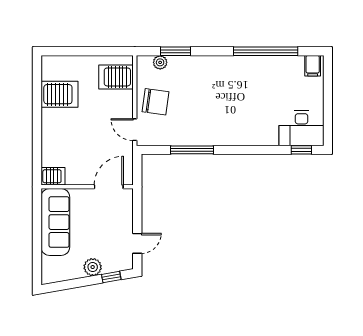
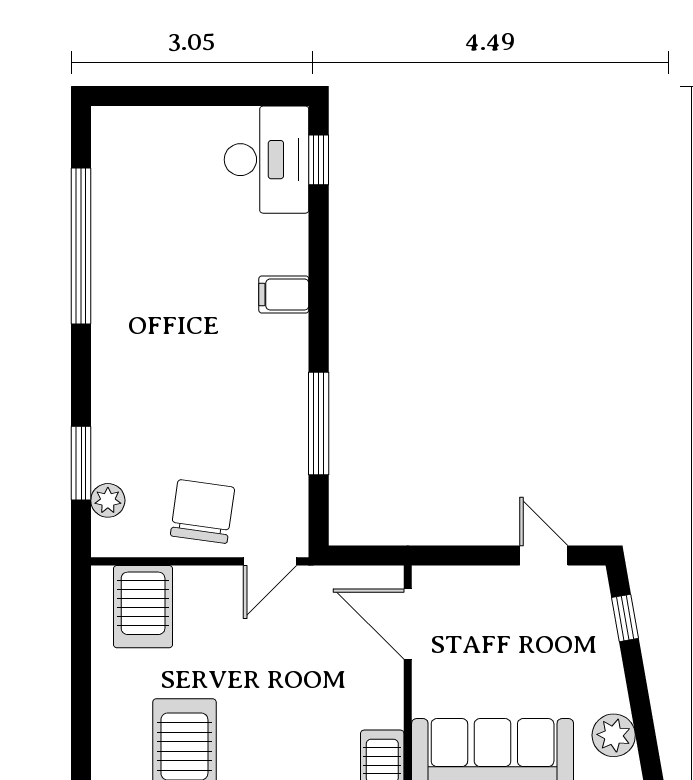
filing cabinet: (313, 66) -> (284, 294), moved, turned 180
plant: (93, 267) -> (614, 735), moved

